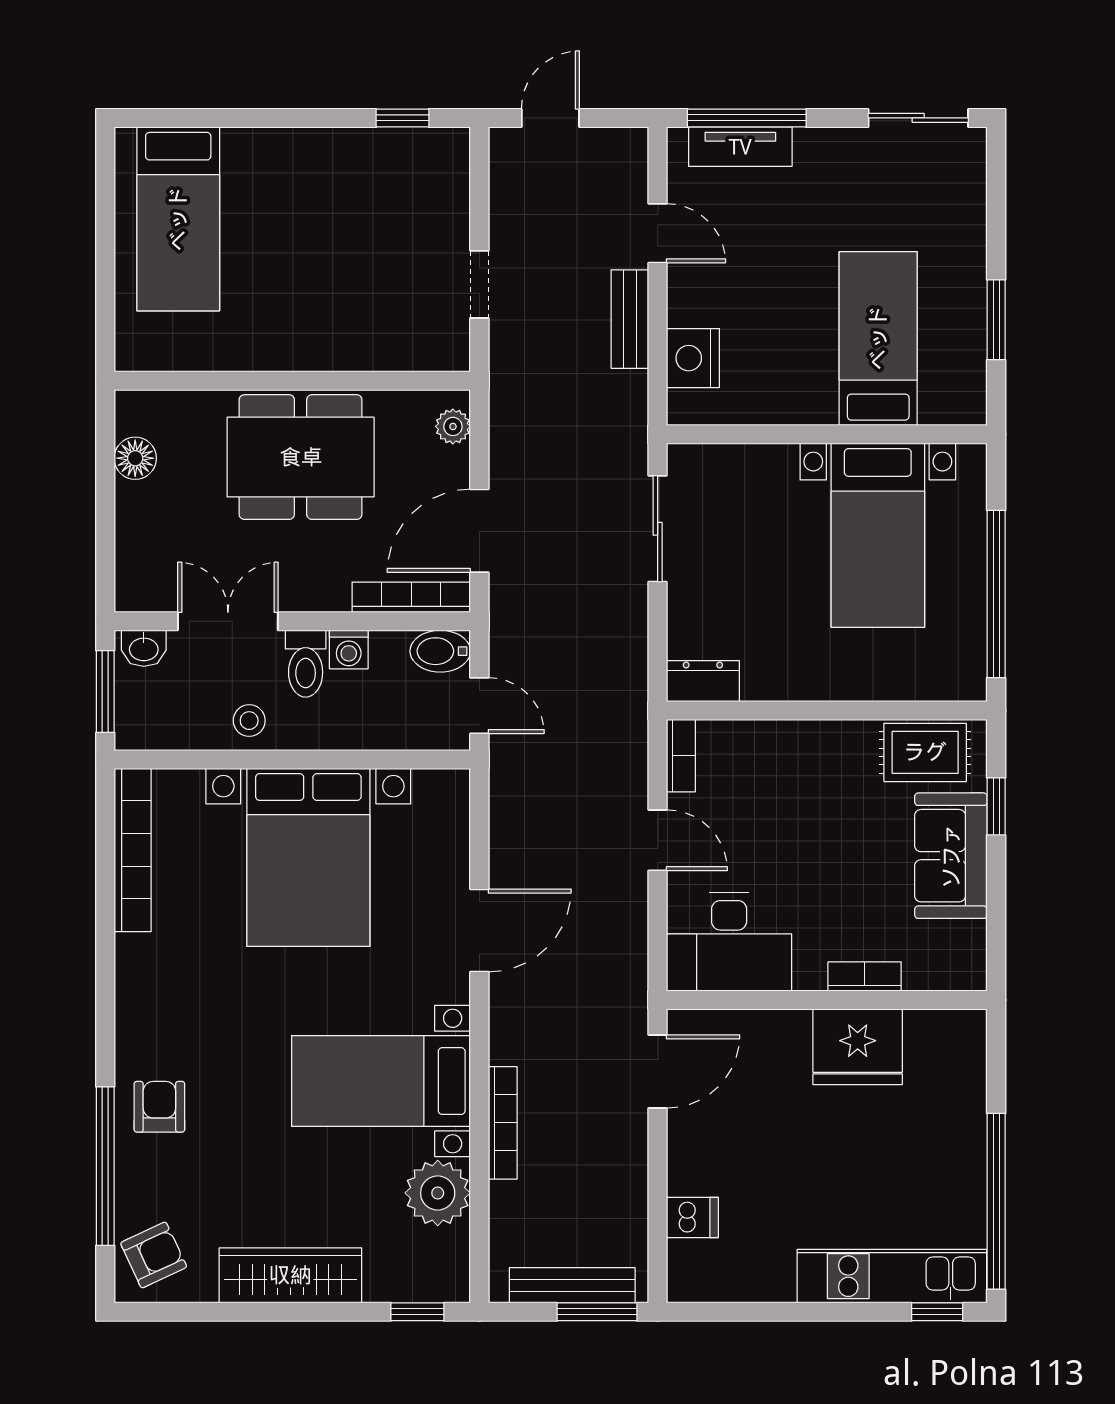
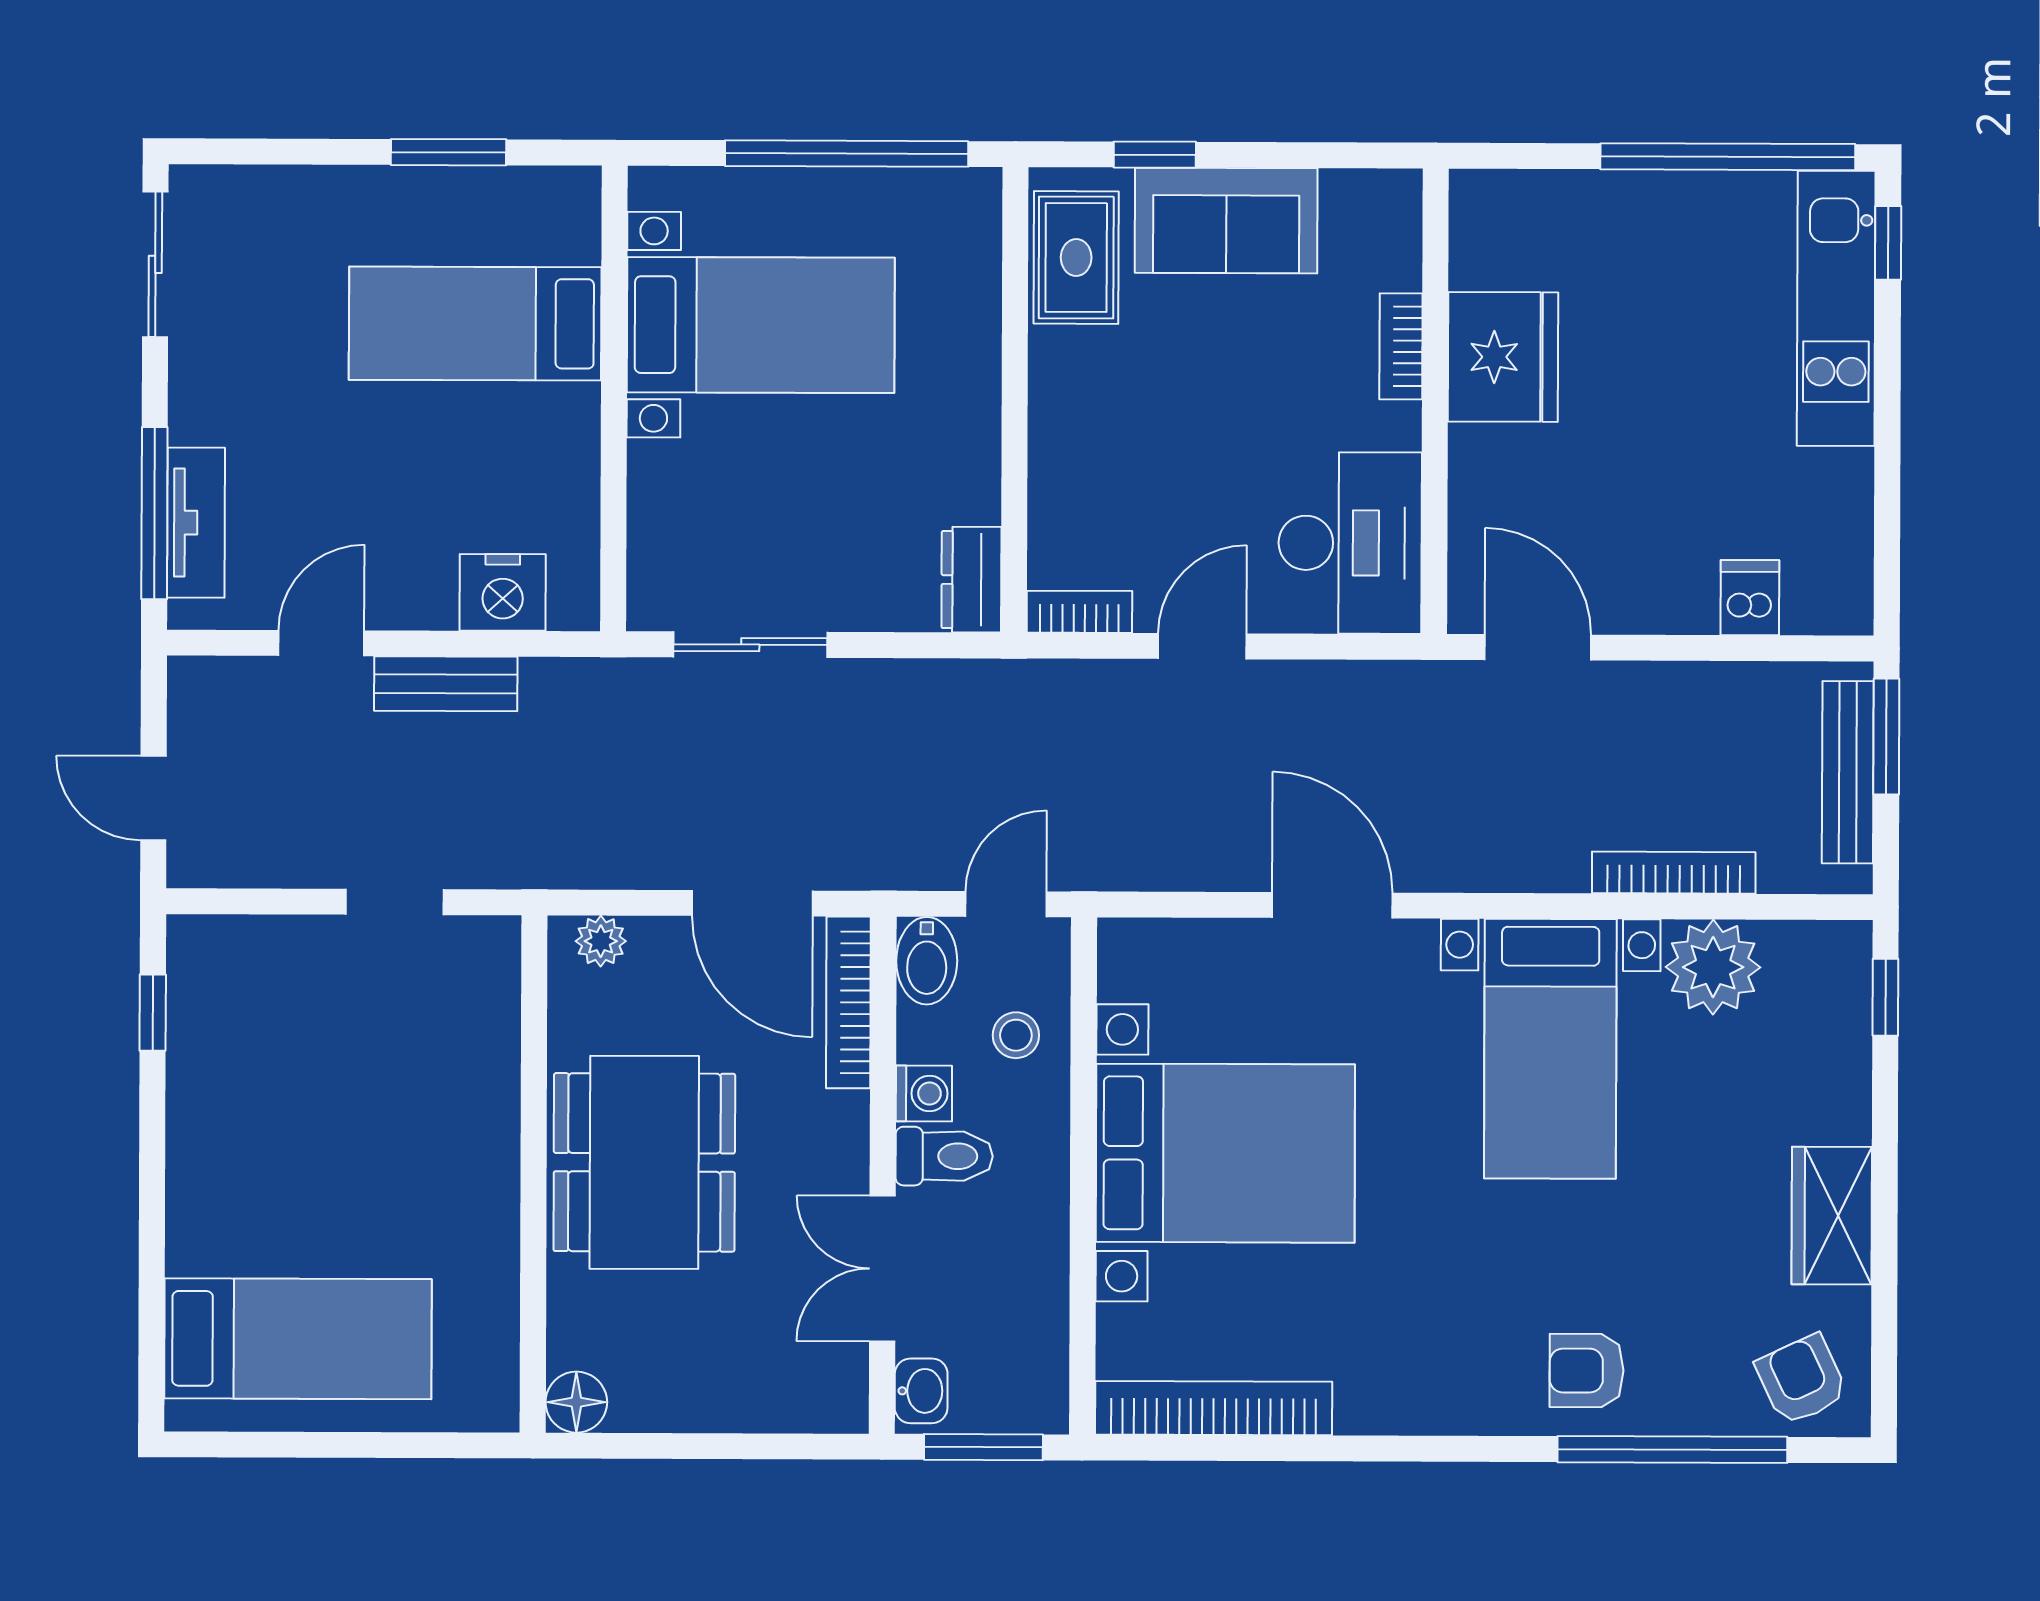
floor lamp: (135, 458) -> (576, 1402), moved
stool: (249, 721) -> (1016, 1035), moved
bookcase: (503, 1123) -> (1674, 873), moved
wardrobe: (290, 1275) -> (1832, 1216), width x0.67

